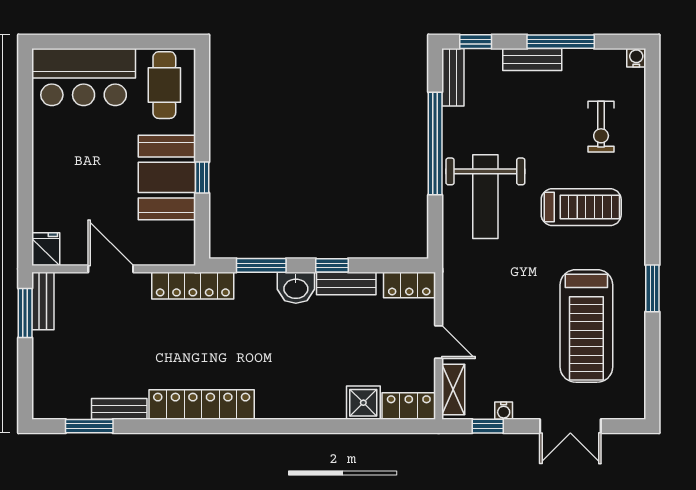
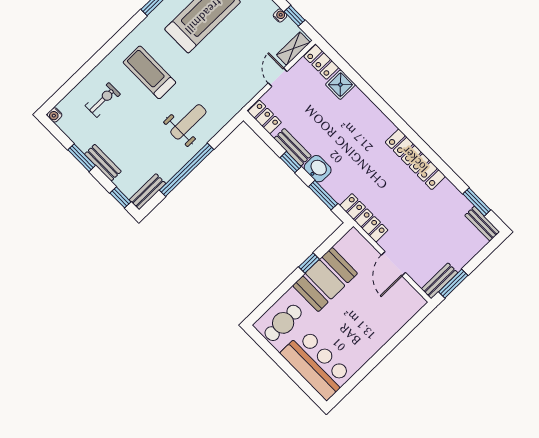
window: (561, 42) -> (82, 158), width x0.69
weight bench: (485, 197) -> (188, 122), width x0.73, depth x0.75
fridge: (46, 249) -> (414, 303), removed
bench: (119, 409) -> (482, 224), moved

